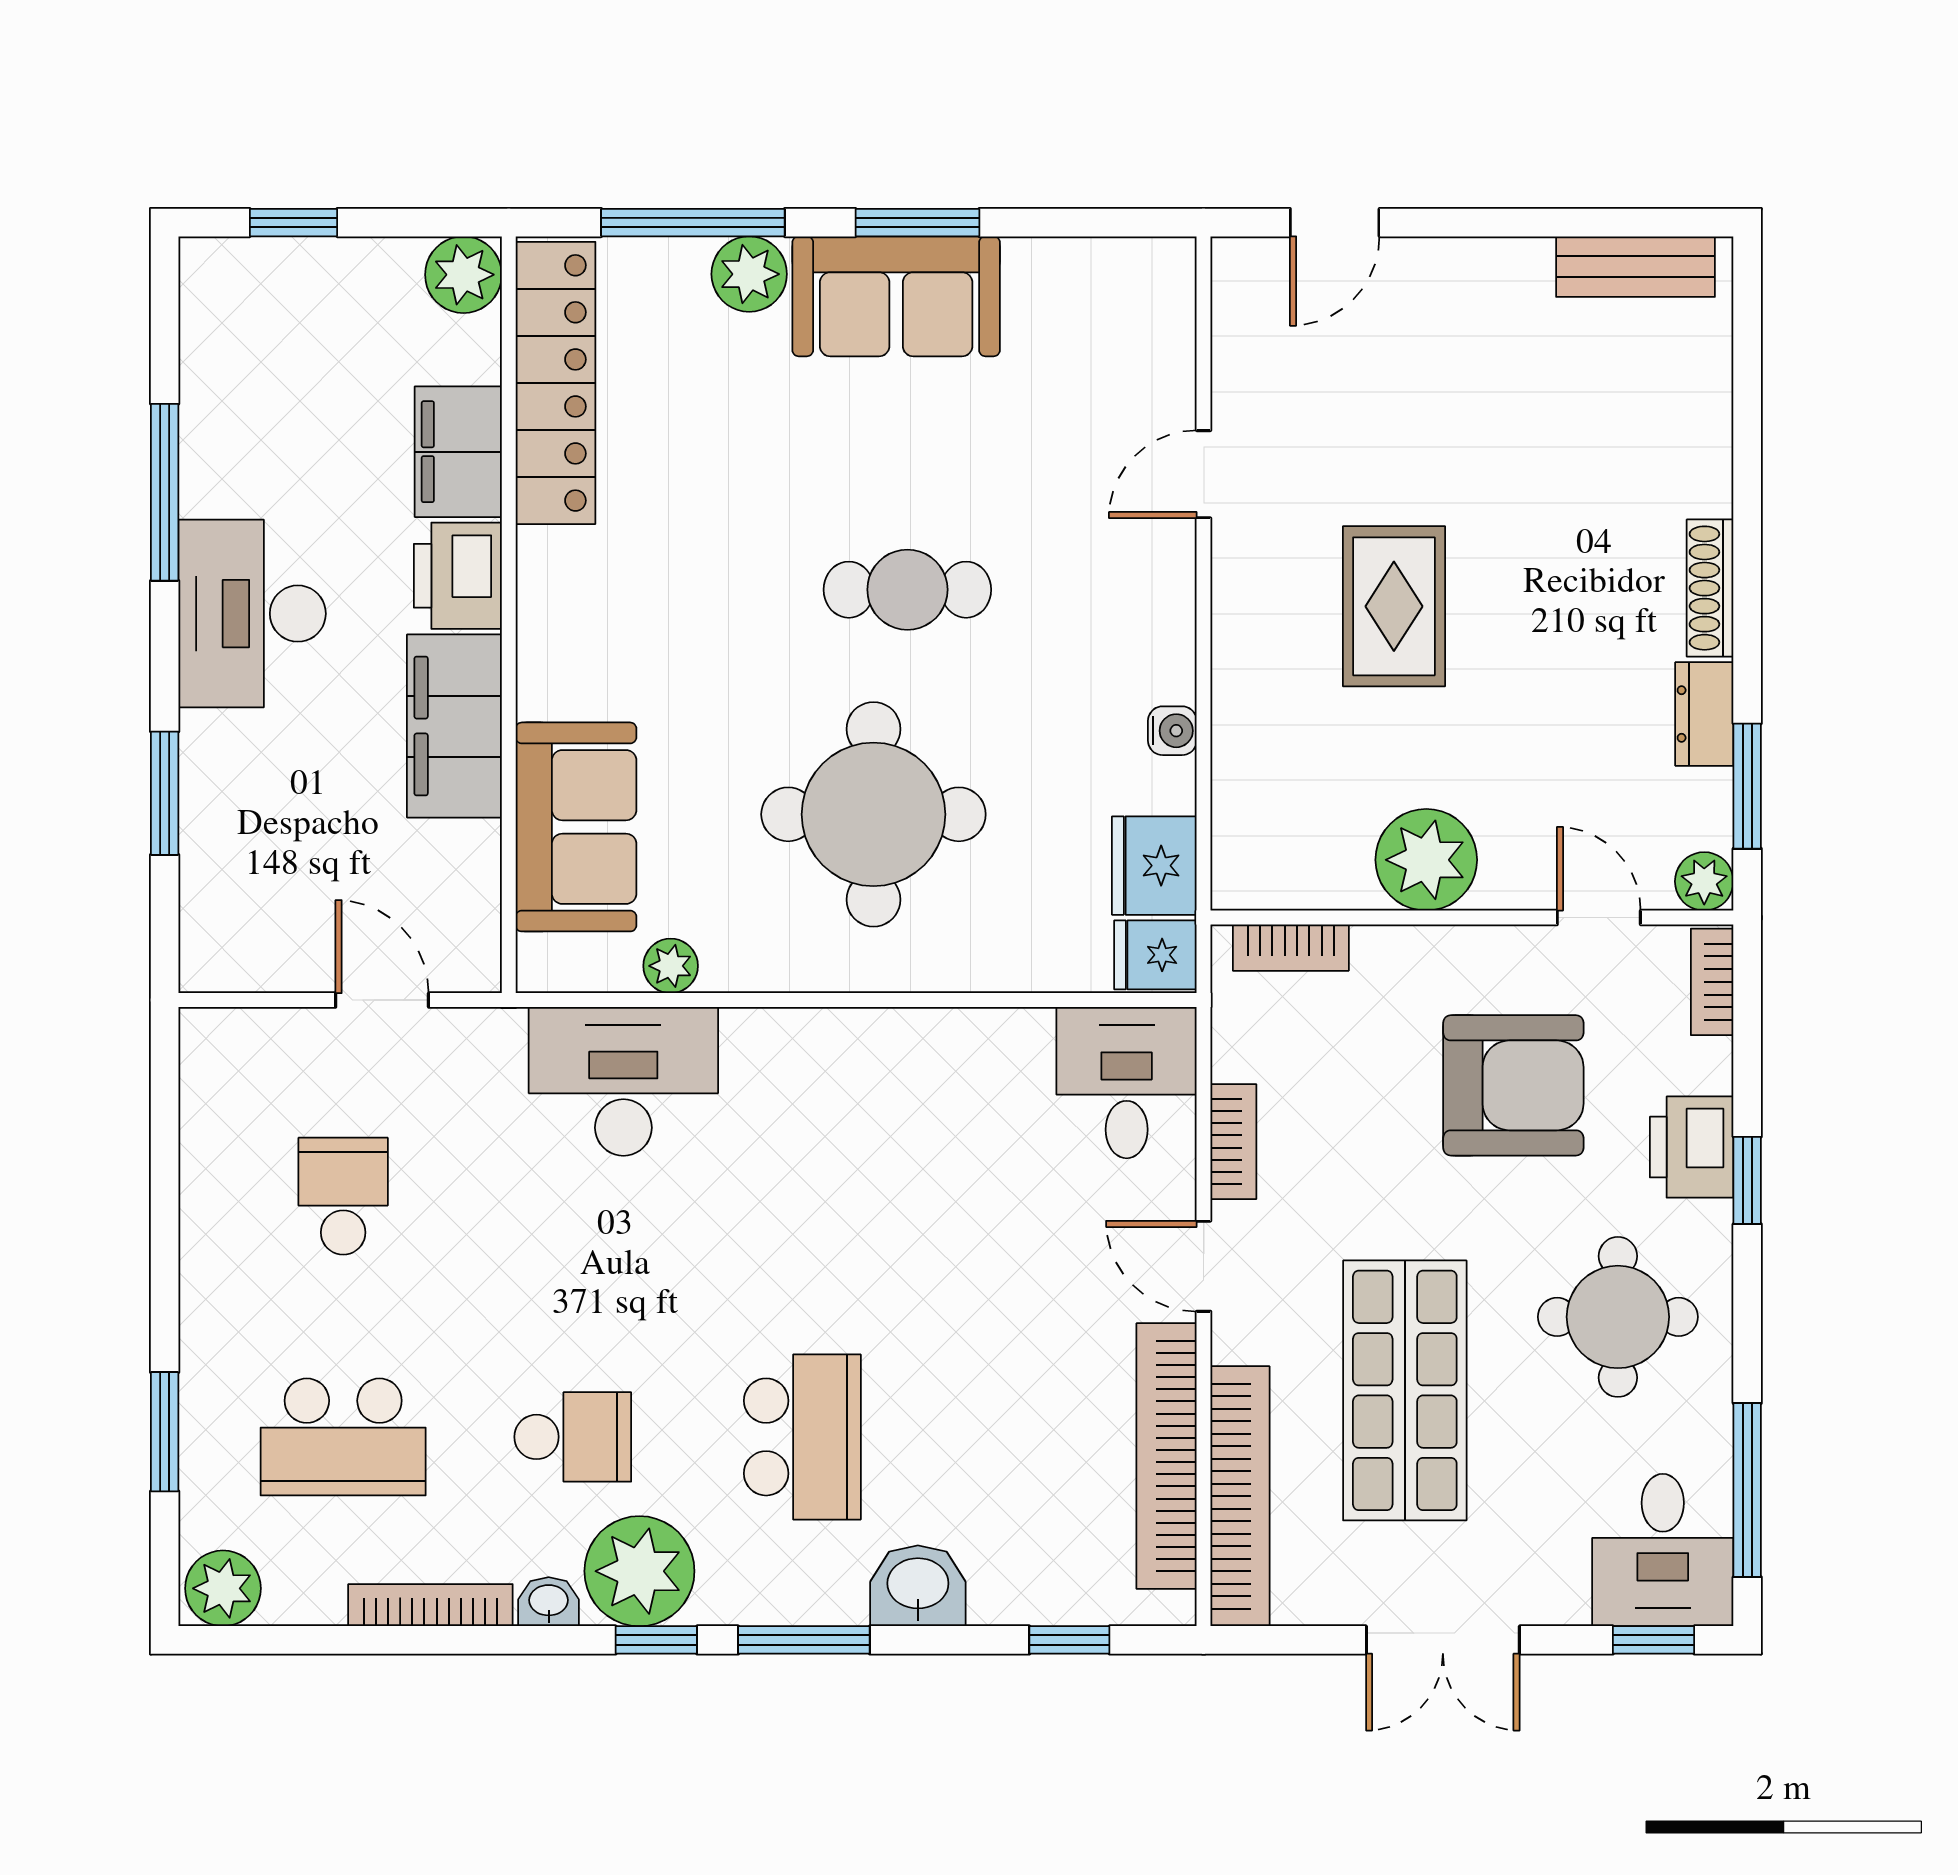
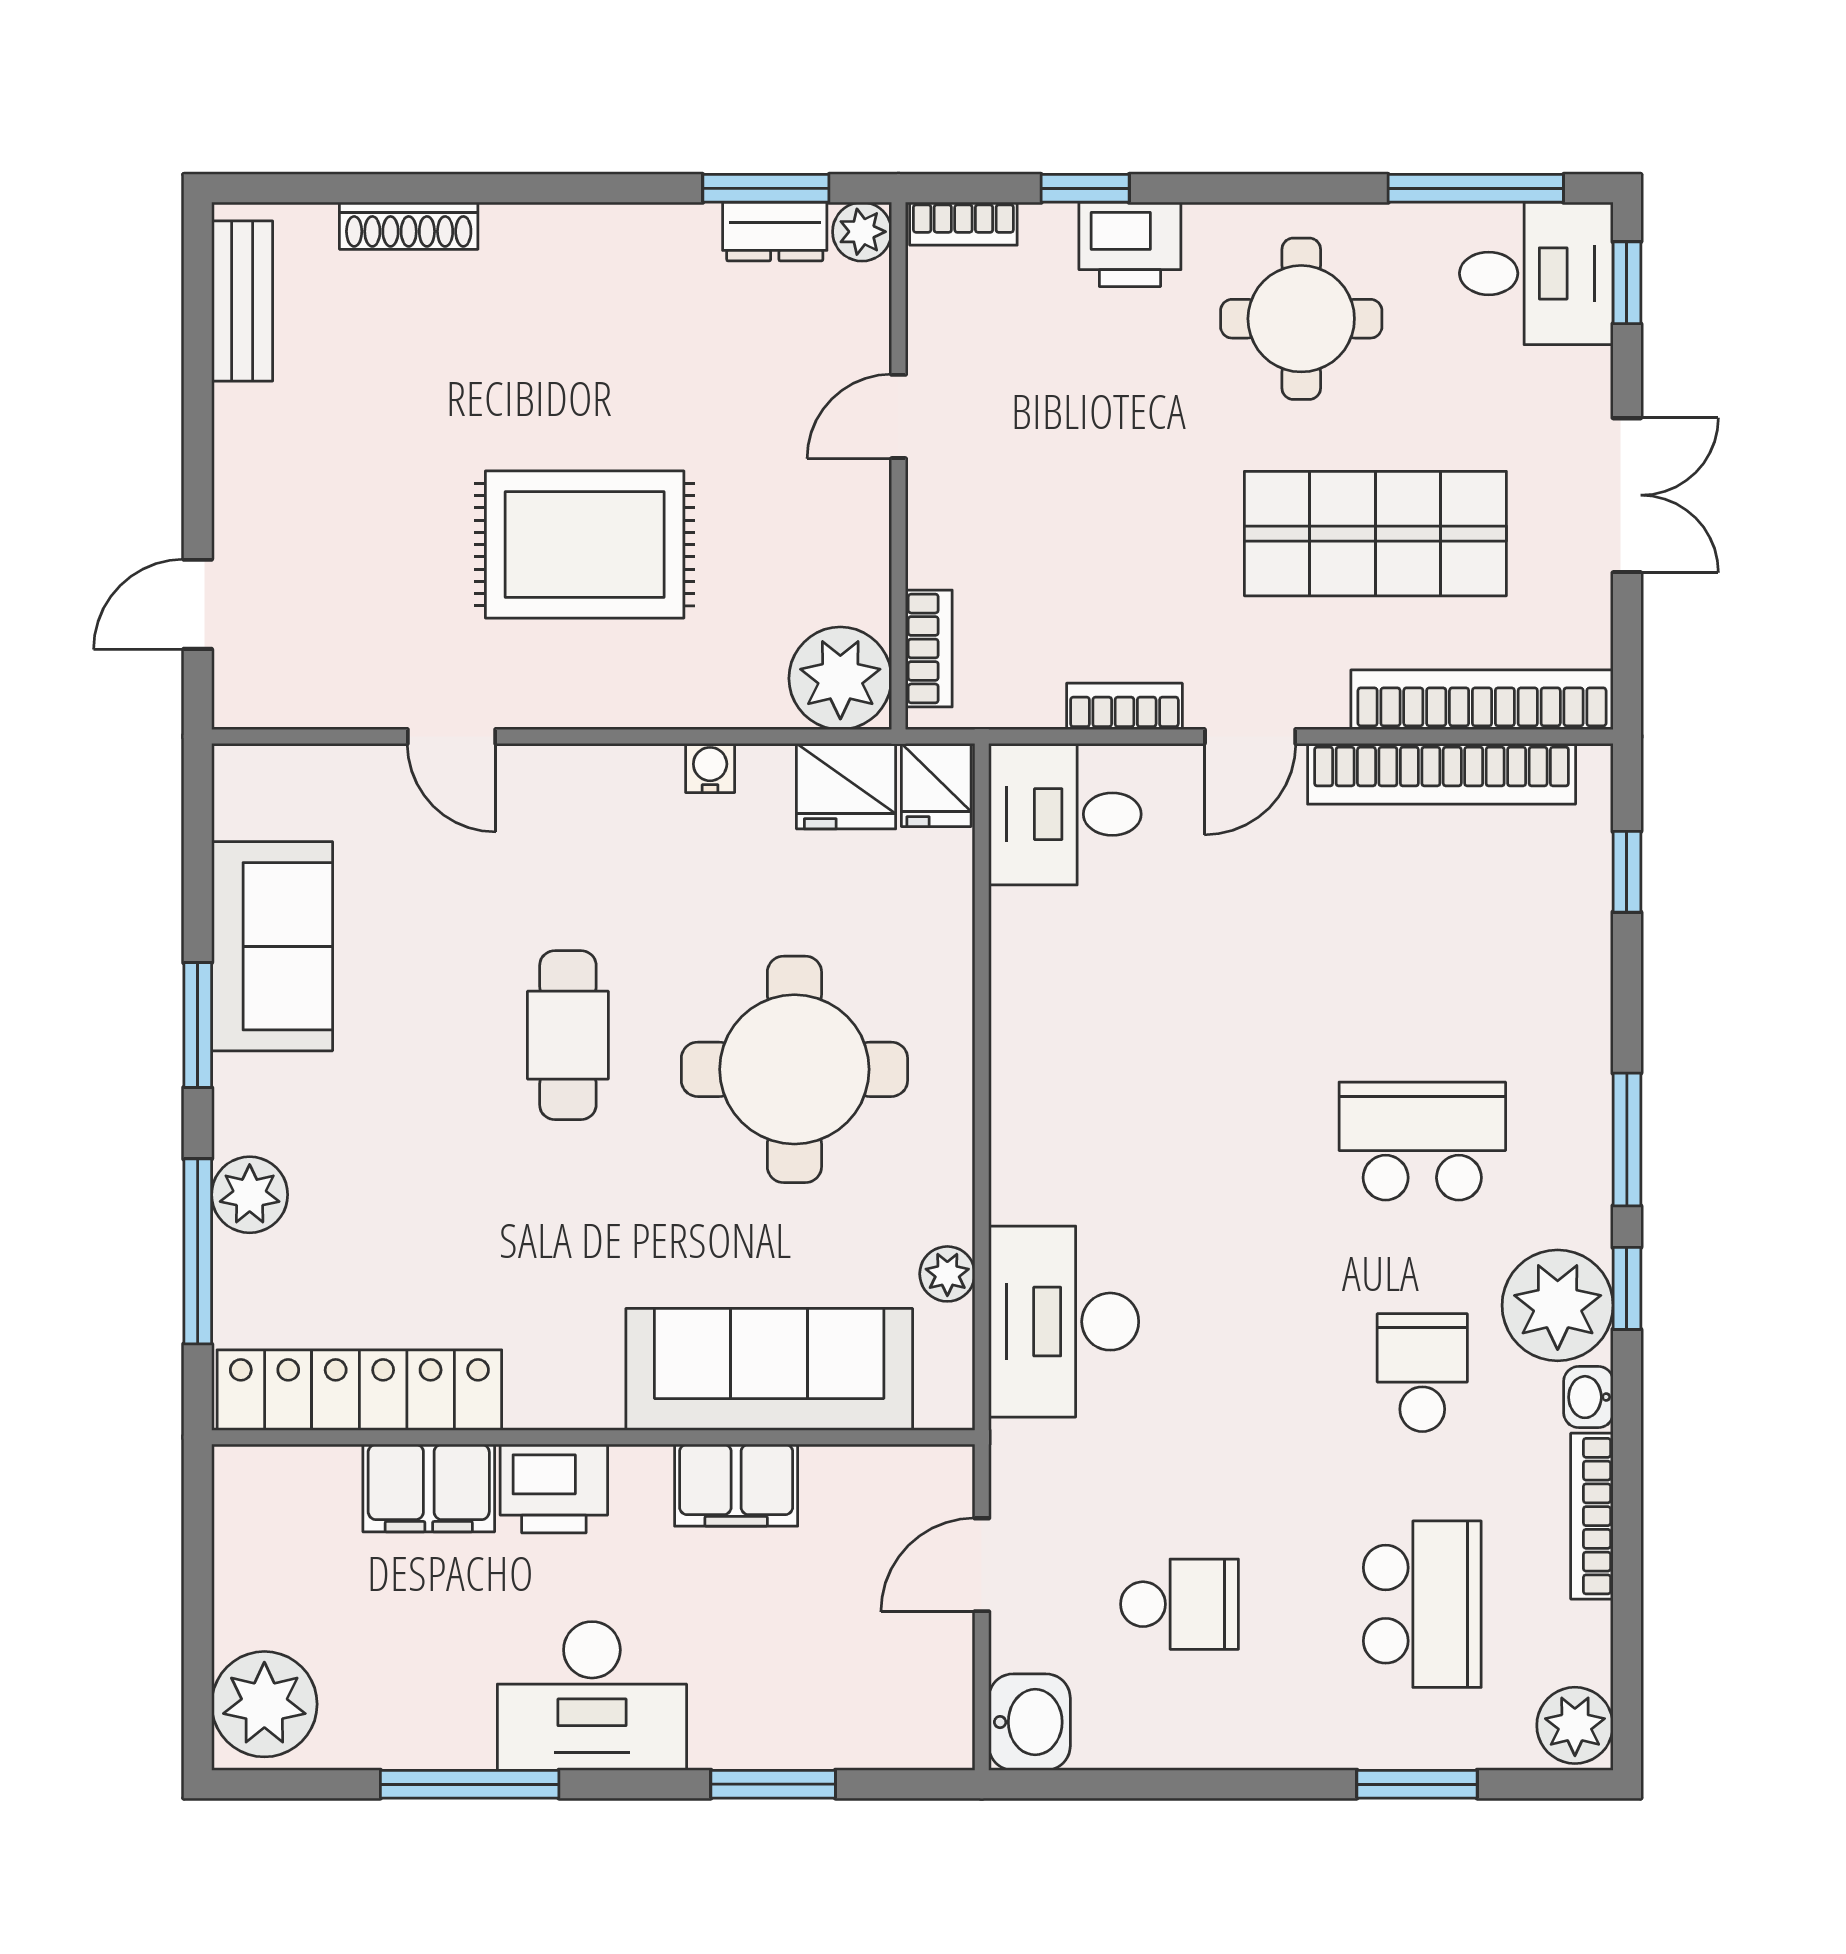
window: (294, 223) -> (198, 1654), removed
door: (1335, 223) -> (198, 604), swing flipped
plant: (463, 275) -> (264, 1704), moved, width x1.36, depth x1.36
sofa: (896, 296) -> (272, 946), moved
shoe rack: (1710, 588) -> (409, 226), moved
rug: (1394, 606) -> (585, 545), width x1.36, depth x1.43
dresser: (1704, 714) -> (775, 232), moved
filing cabinet: (454, 726) -> (736, 1485), width x0.67, depth x0.86
sofa: (576, 827) -> (769, 1369), width x1.36
plant: (1426, 860) -> (840, 678), moved
door: (1599, 918) -> (898, 416), moved
armchair: (1513, 1085) -> (1068, 424), removed
window: (1747, 1180) -> (1085, 188), moved
school desk: (343, 1196) -> (1180, 1604), turned 180
washbasin: (918, 1586) -> (1029, 1722), moved, turned 180

